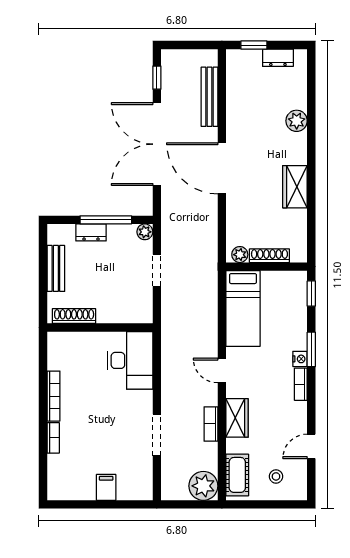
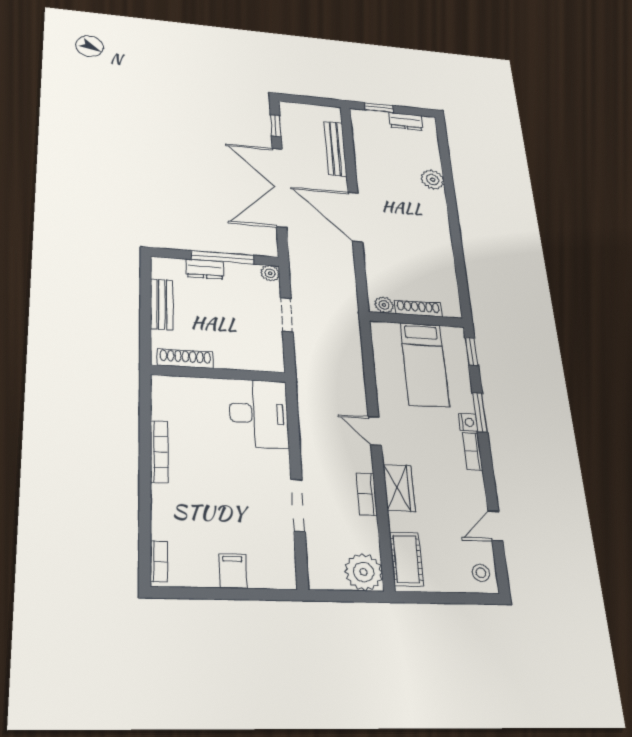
wardrobe: (295, 187) -> (439, 242), removed
bed: (243, 309) -> (424, 364), moved
bookcase: (53, 438) -> (159, 561), moved
stool: (276, 476) -> (481, 573), moved

